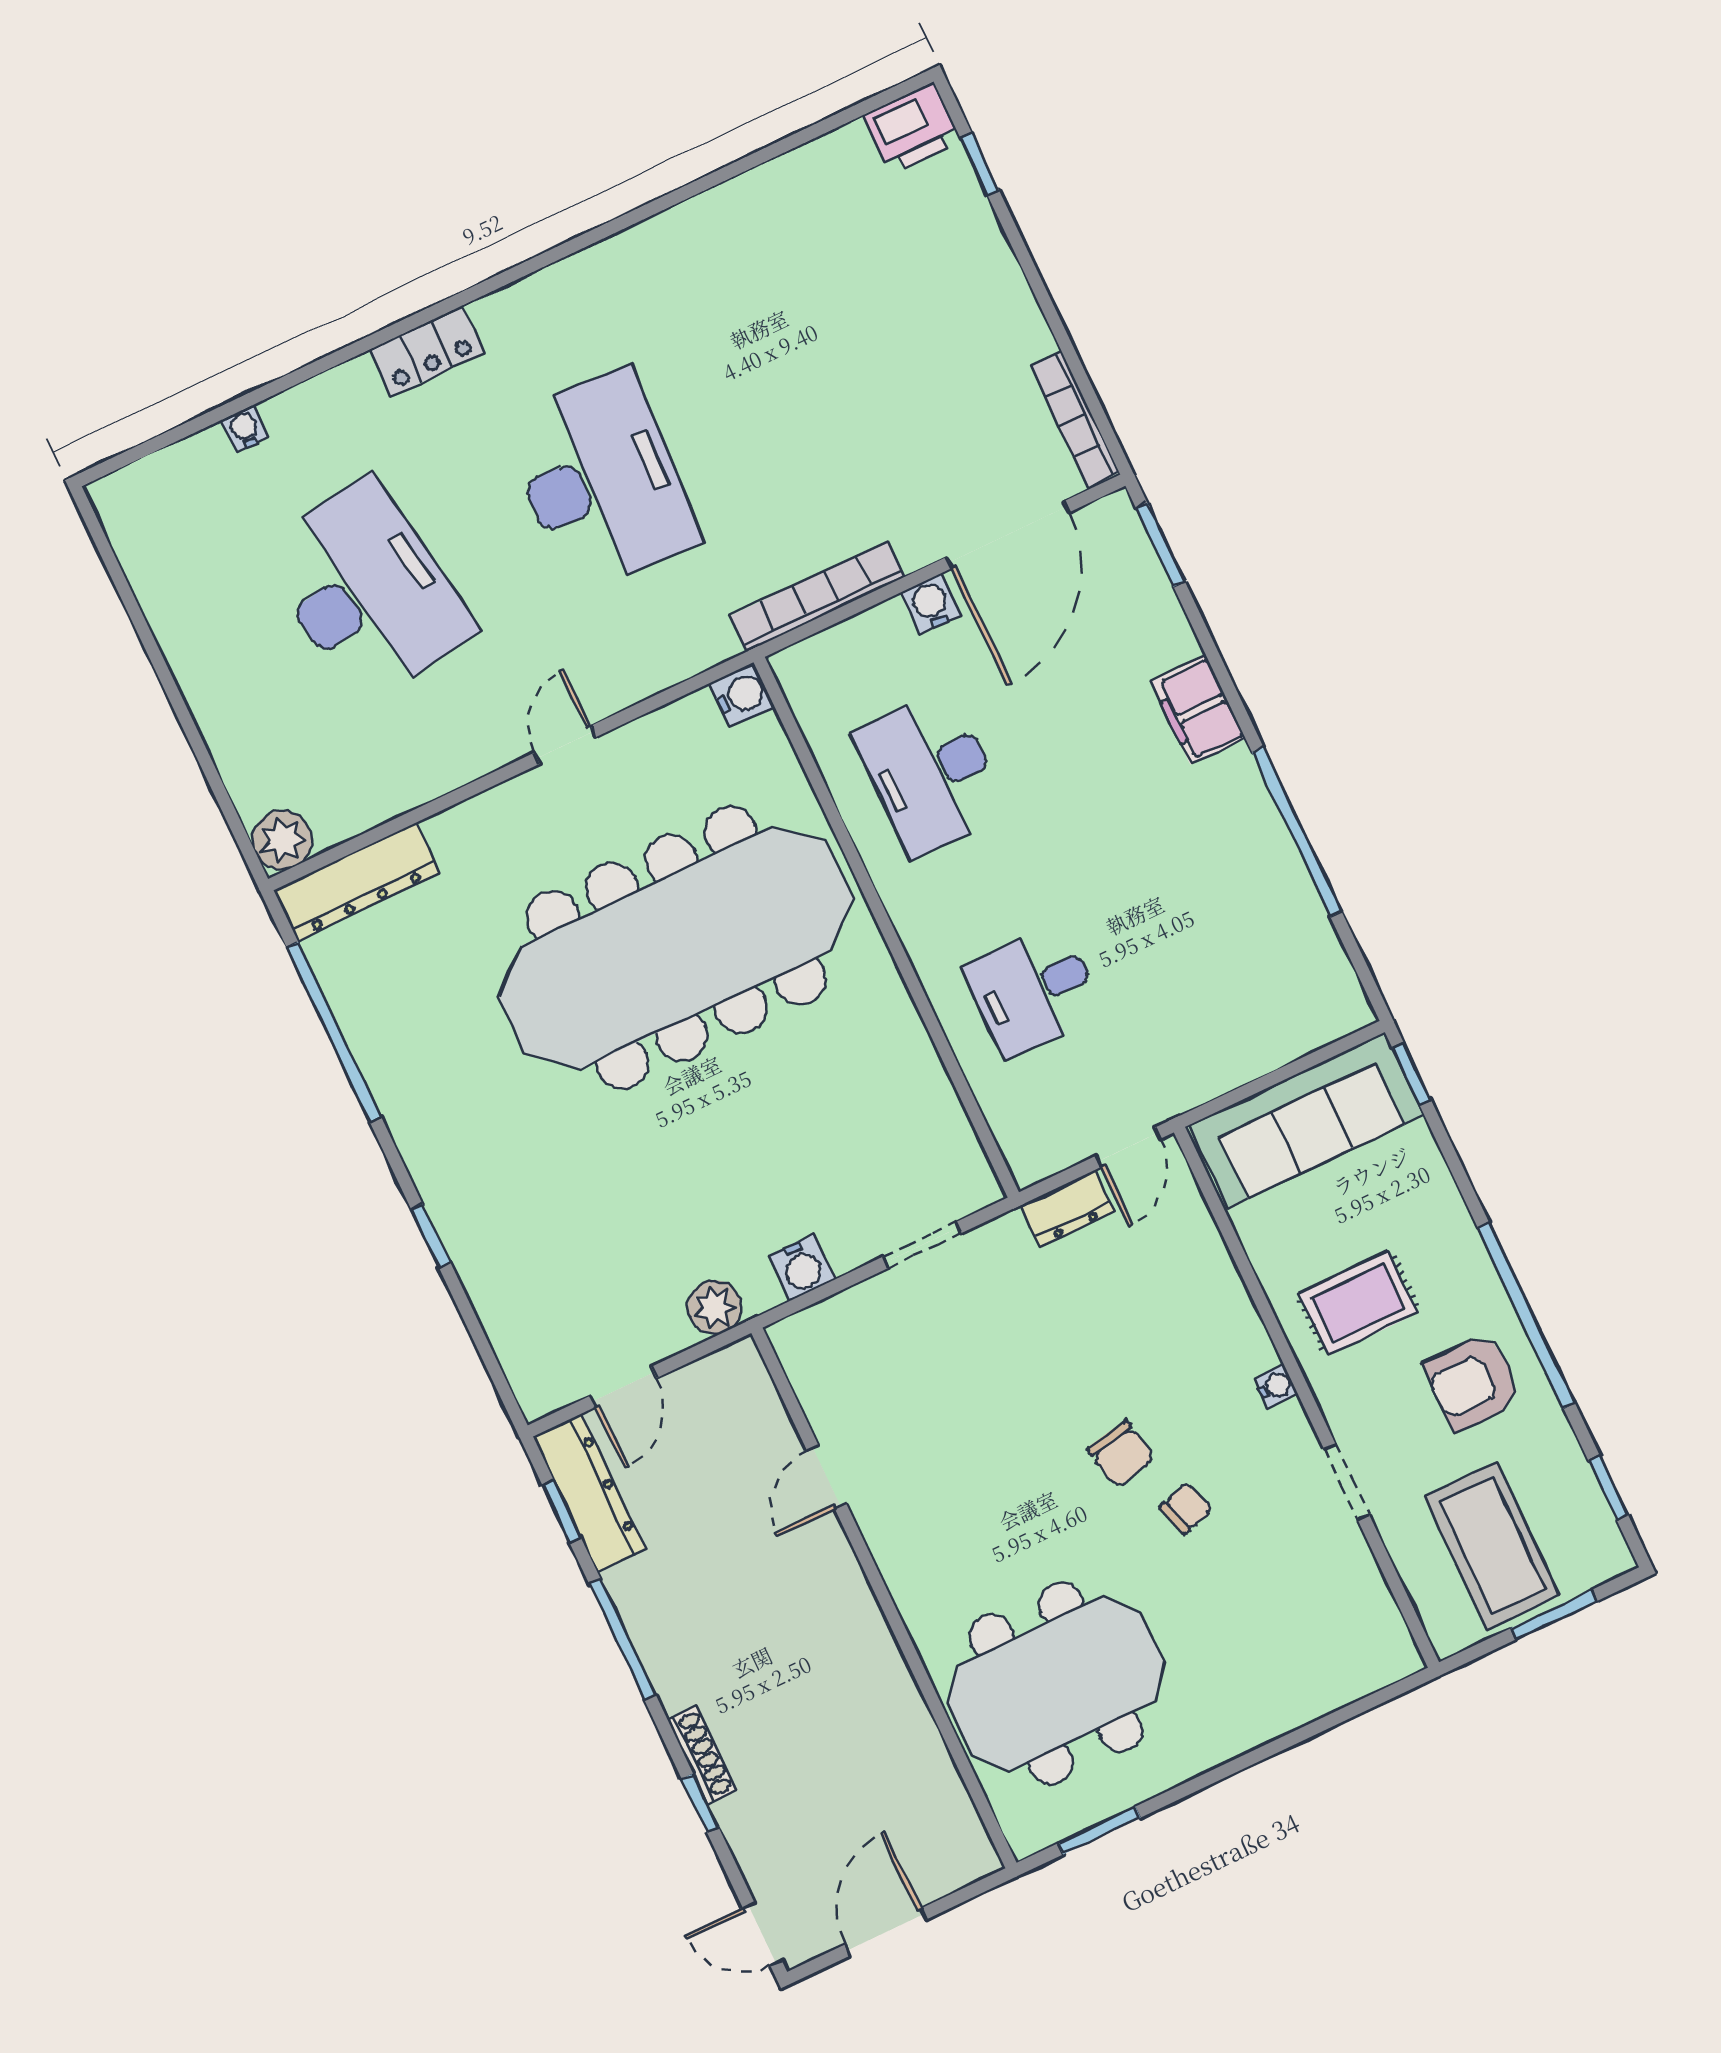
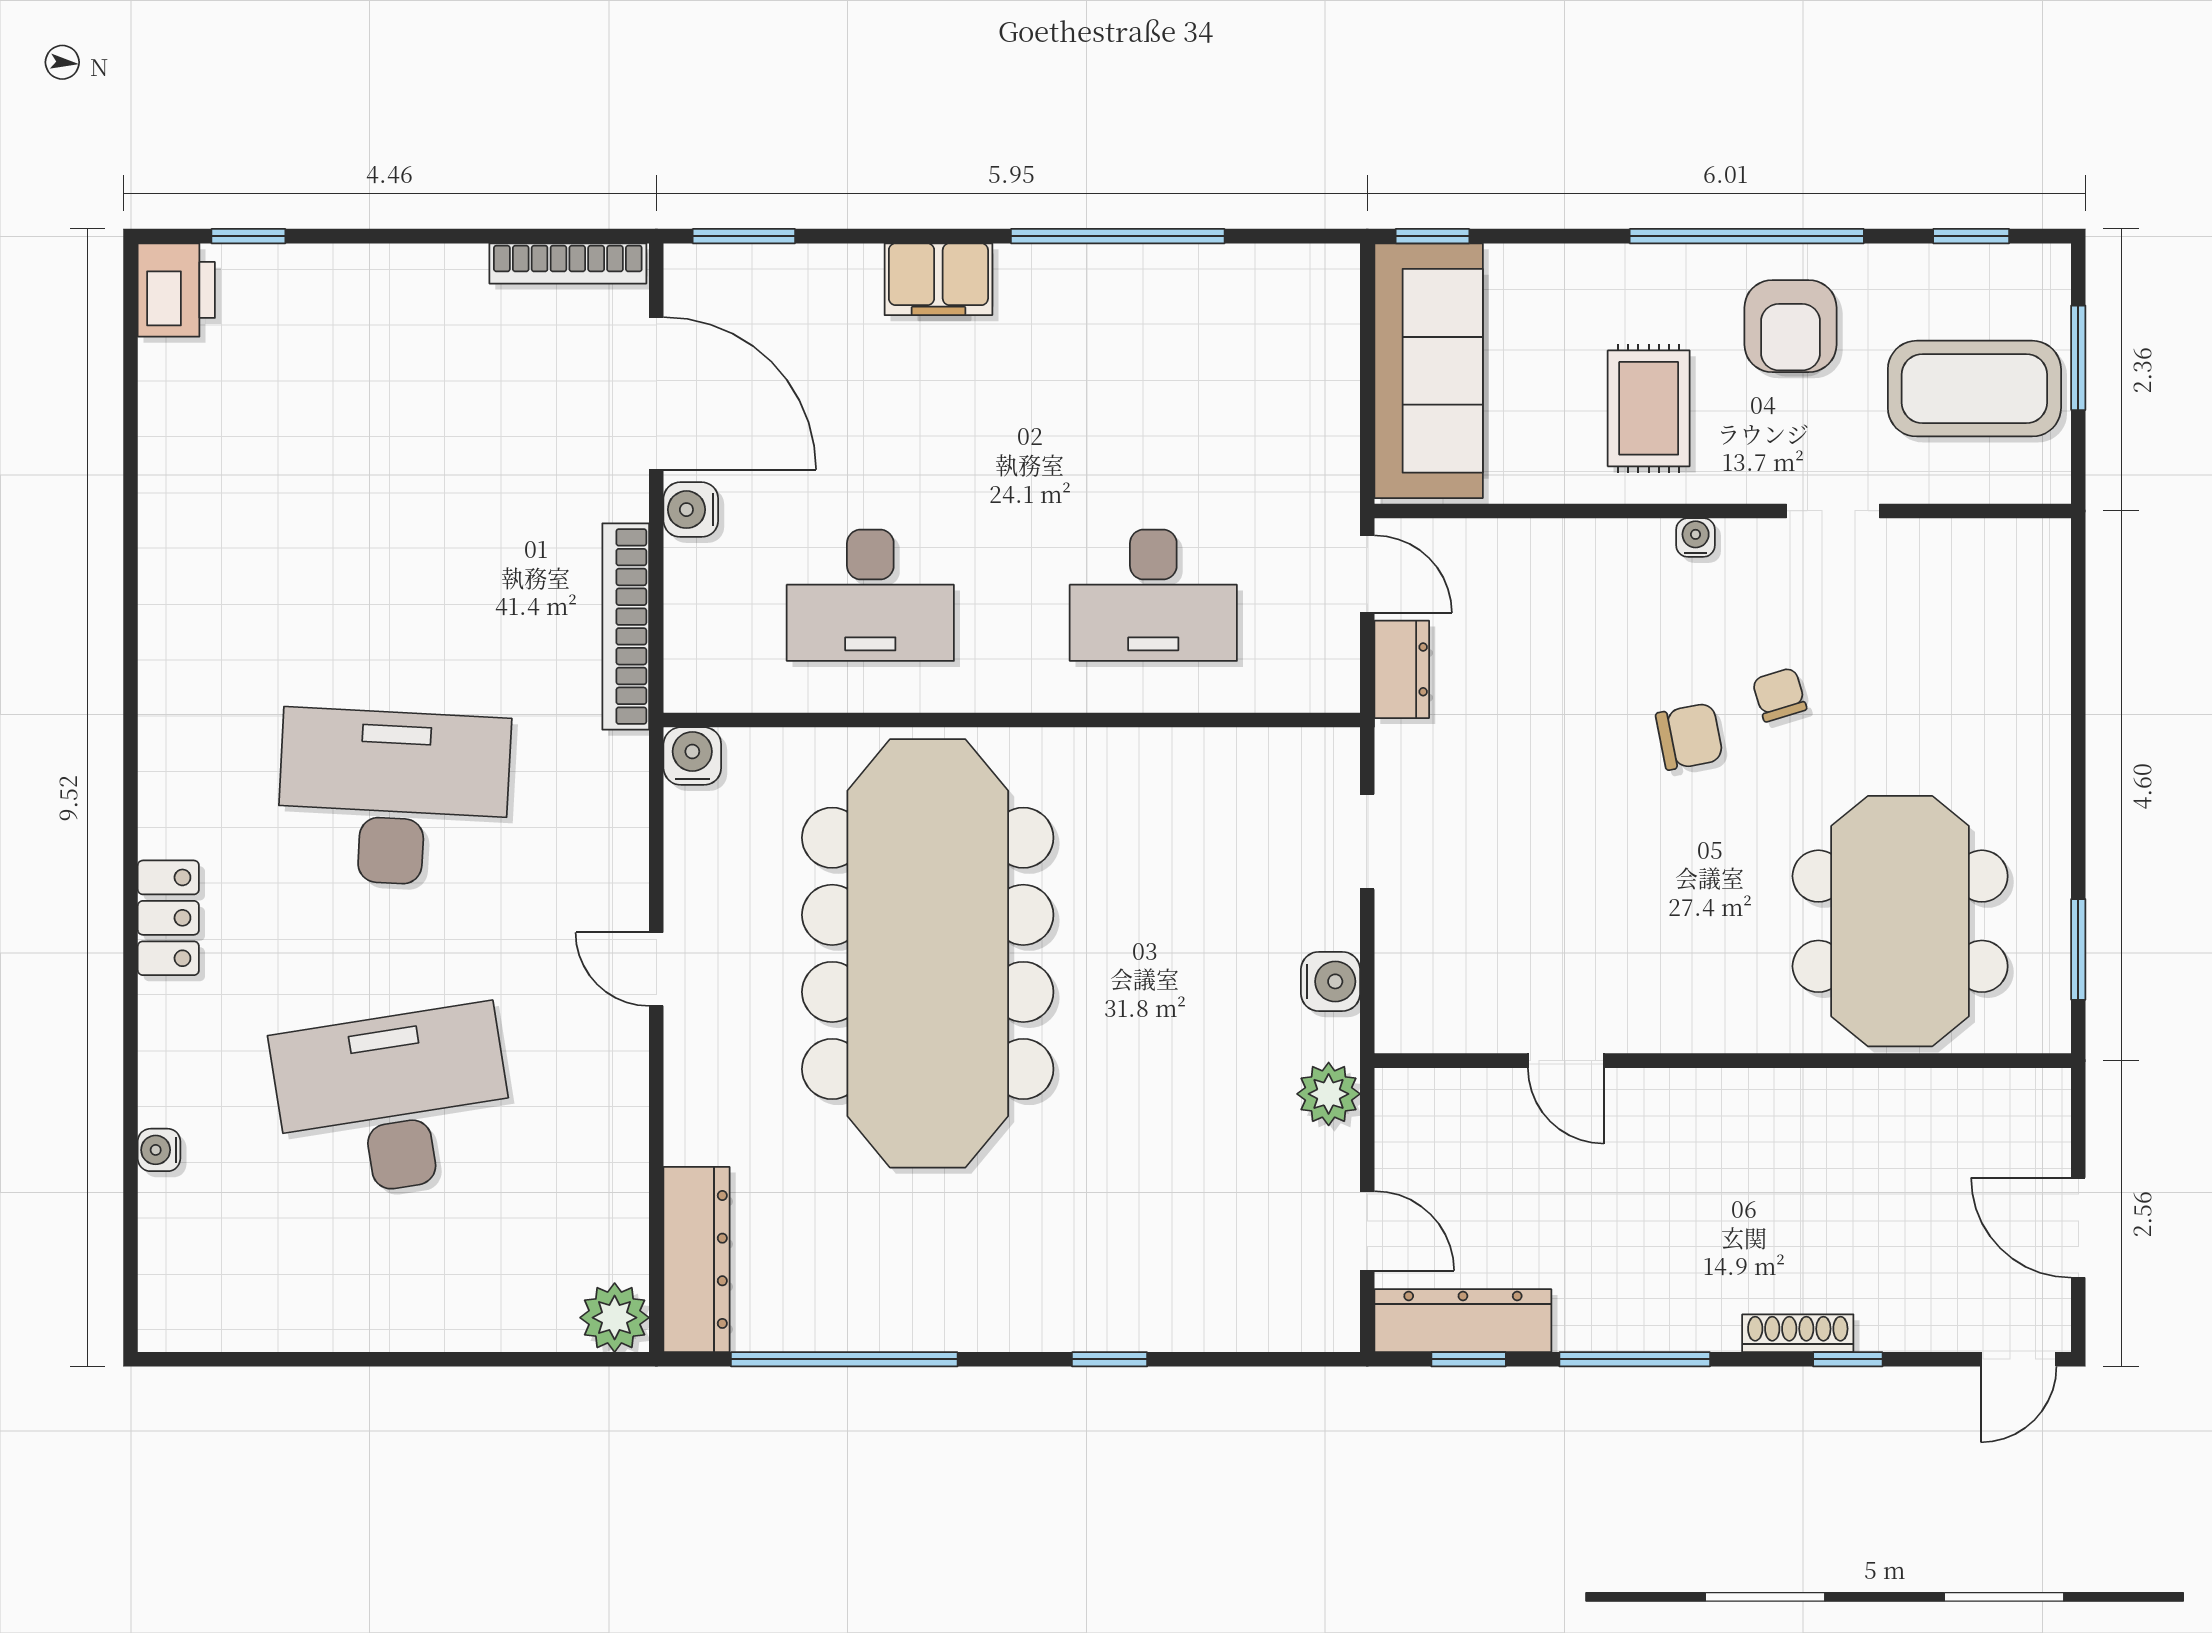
desk: (1034, 990) -> (1153, 595), width x1.37

